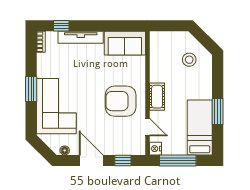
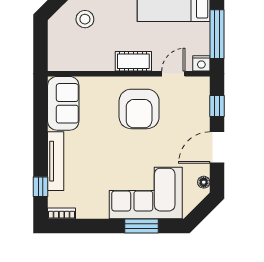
window: (31, 89) -> (142, 226), moved

